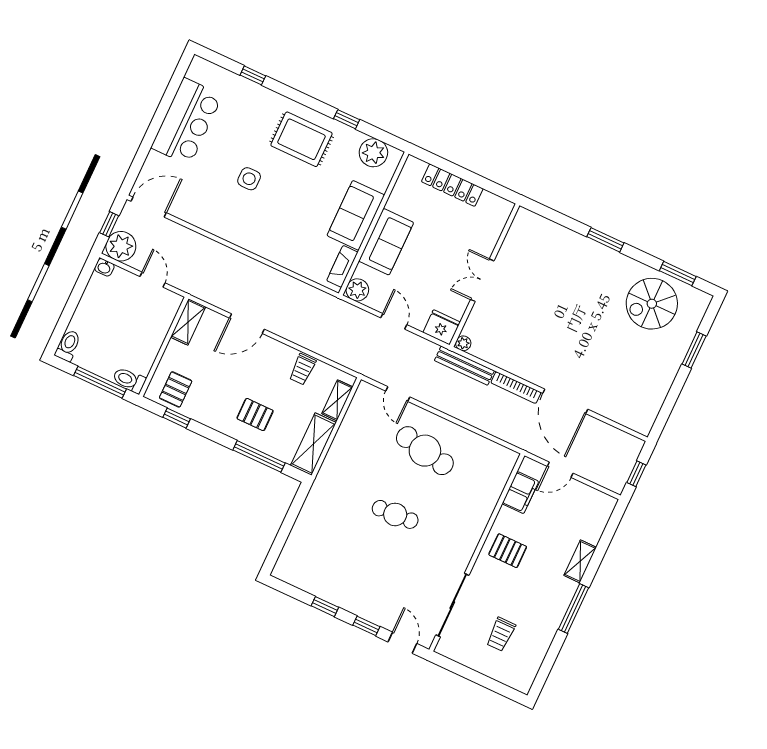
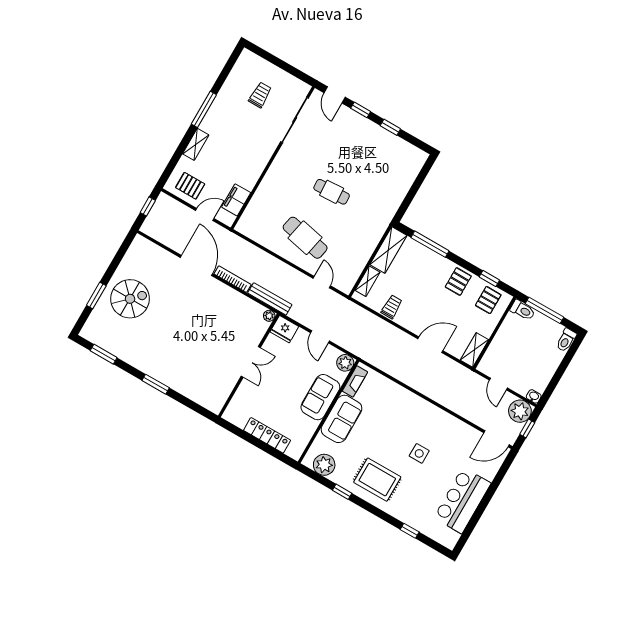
spiral stairs: (652, 304) -> (130, 299), moved
pallet: (255, 415) -> (458, 281), moved, turned 90
pallet: (508, 551) -> (190, 186), moved

